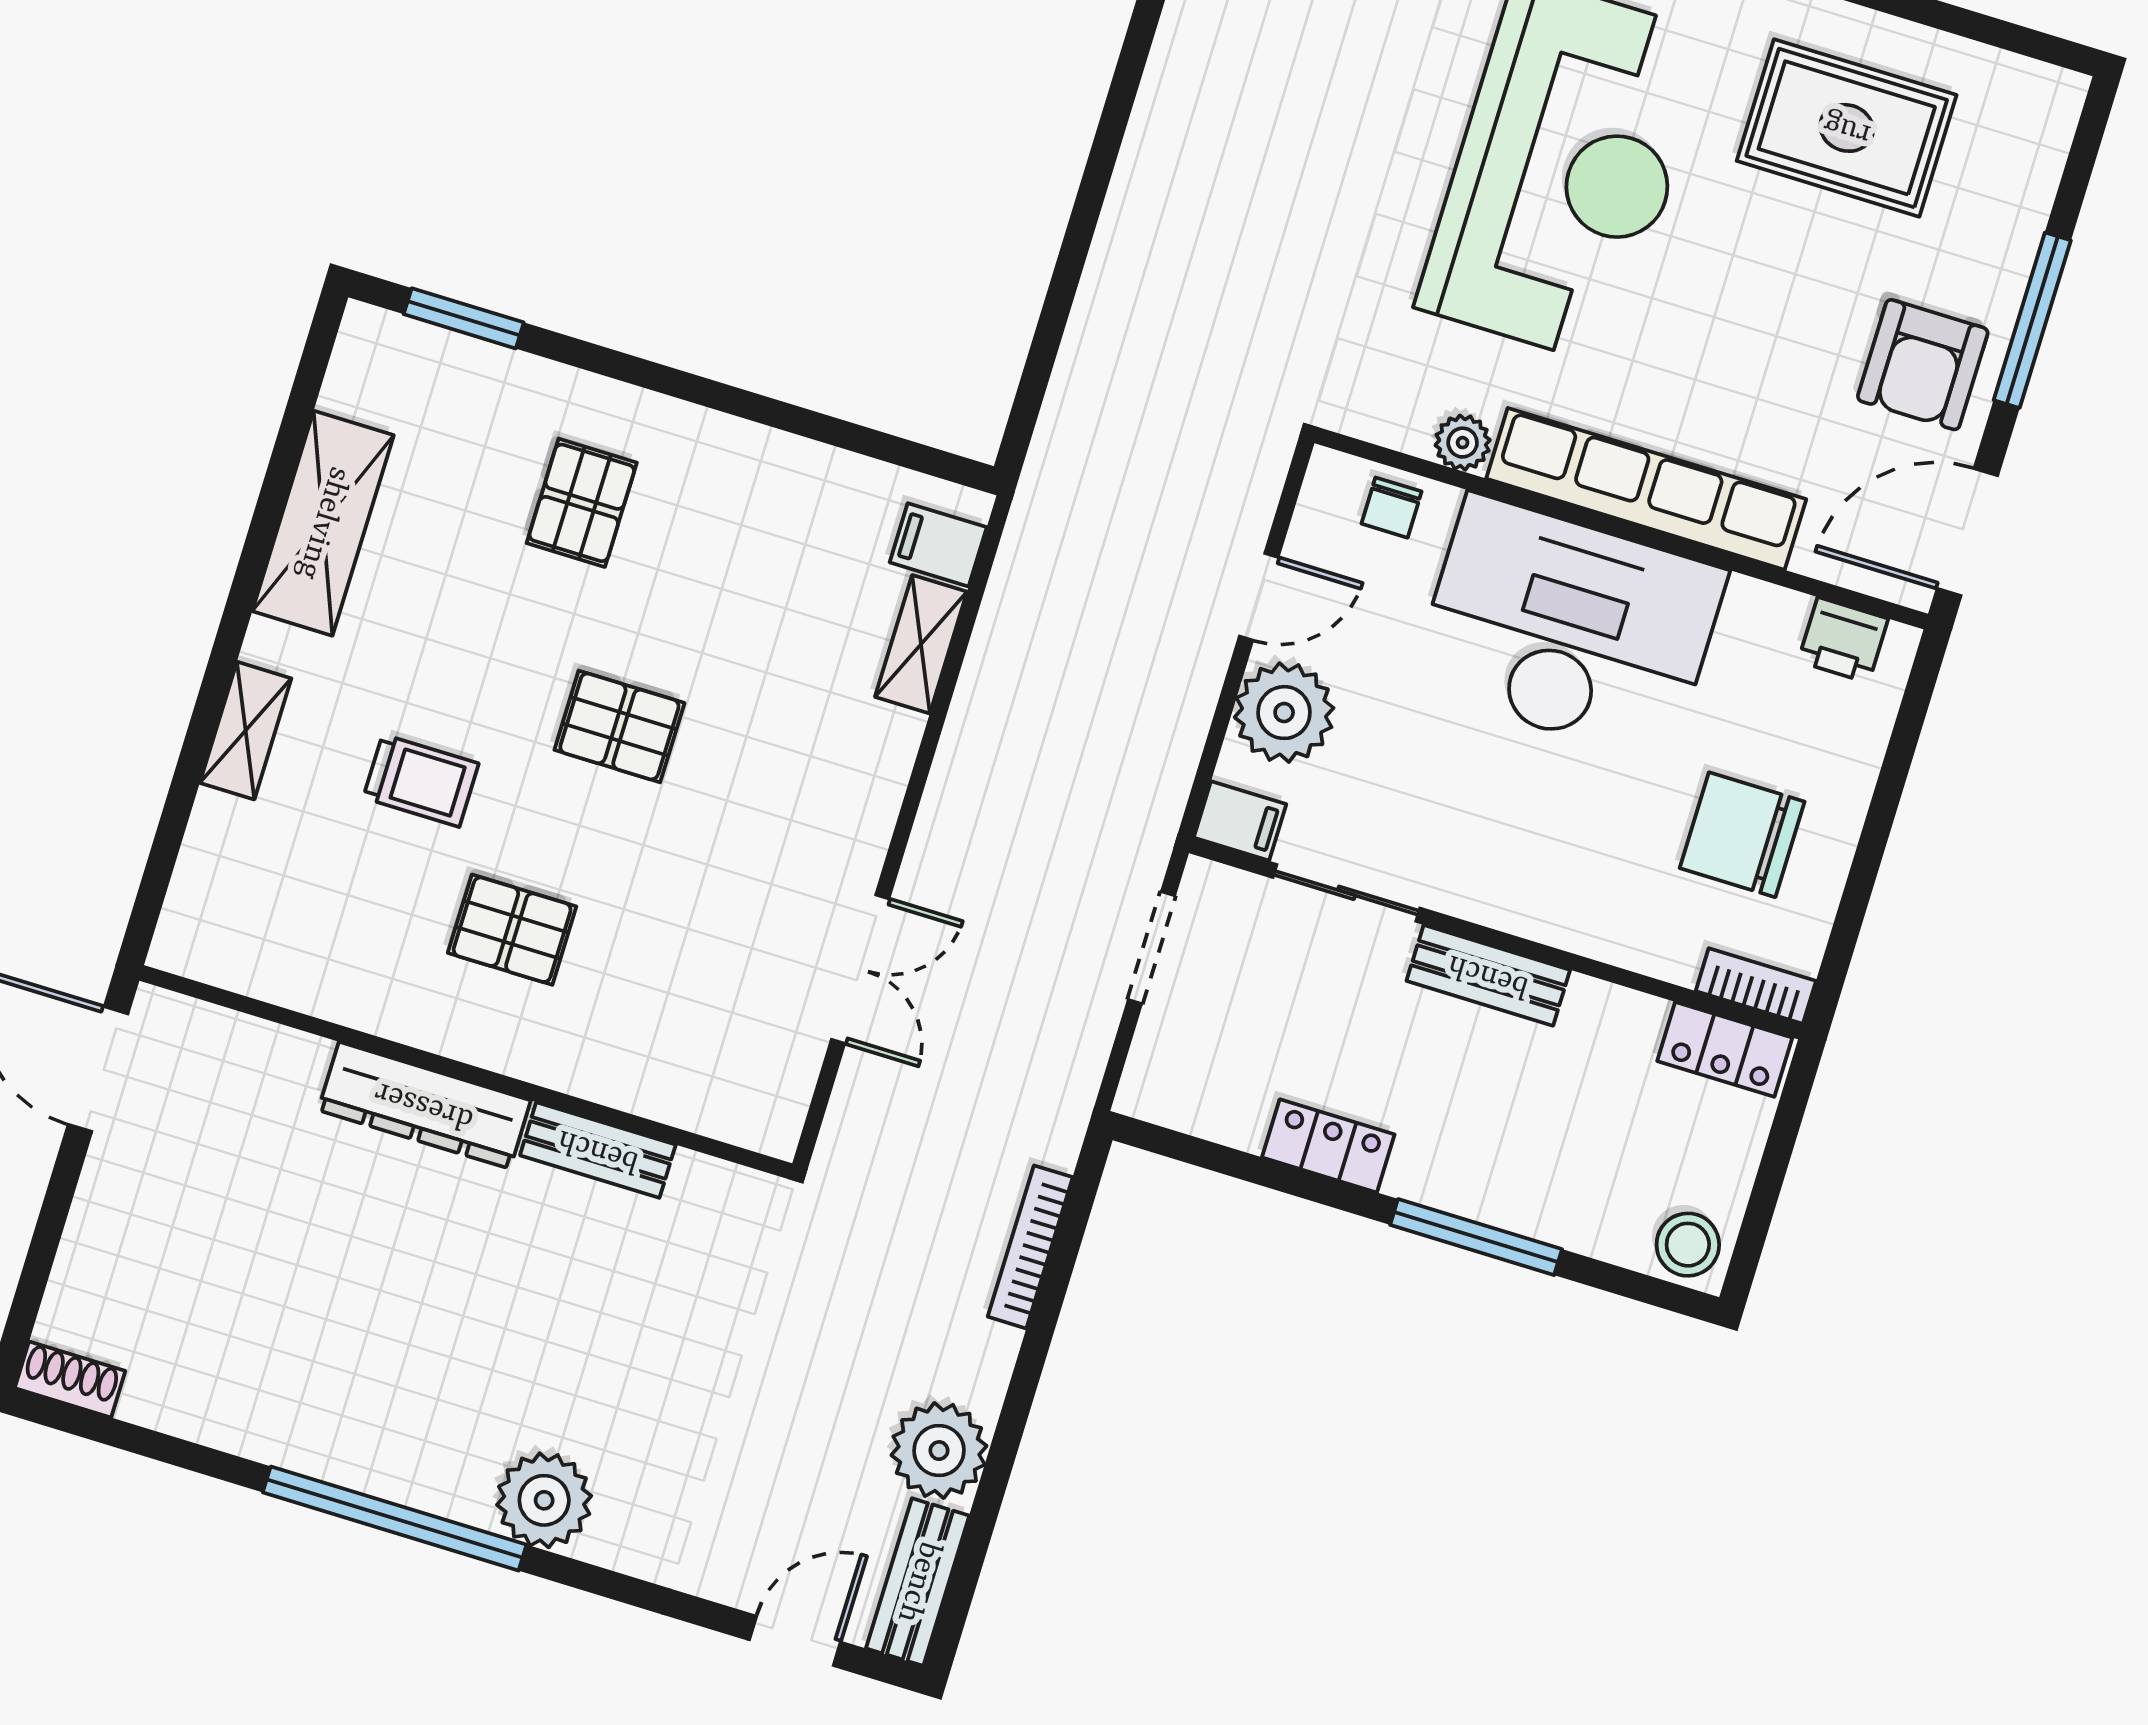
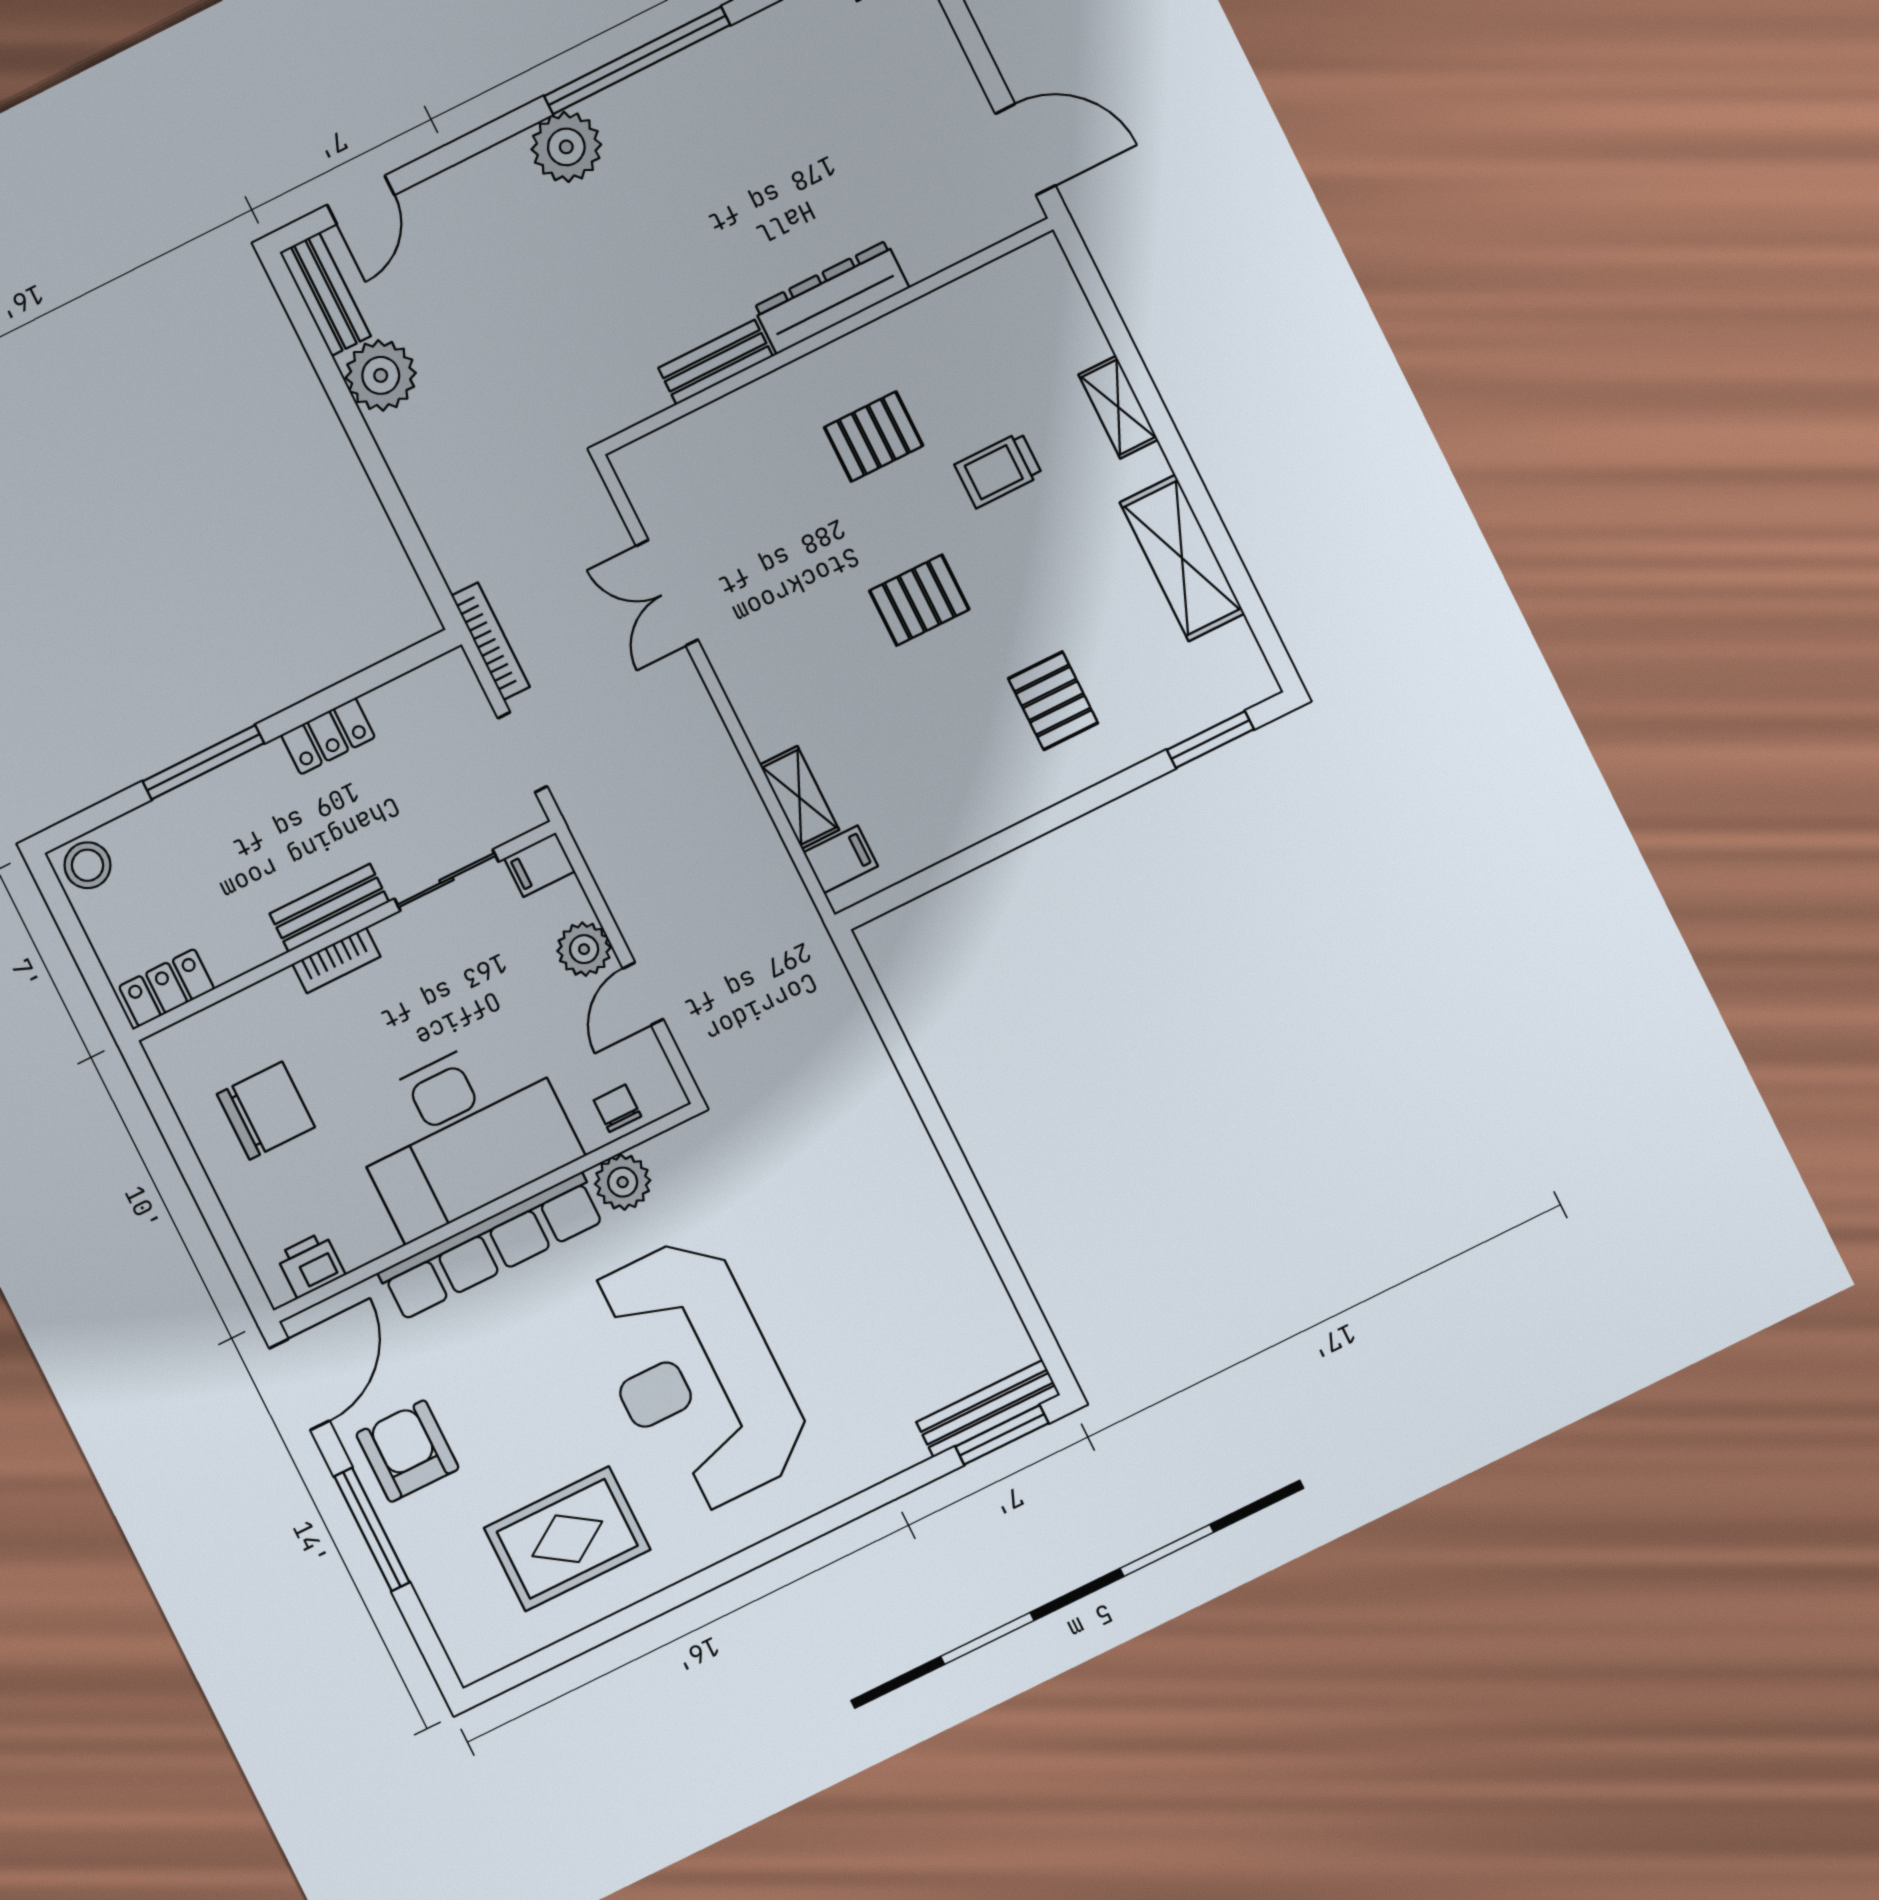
plant: (1463, 443) -> (623, 1182), width x1.38, depth x1.38
plant: (1284, 713) -> (584, 949), width x0.73, depth x0.73
bookcase: (1756, 986) -> (336, 960), moved
bookcase: (1030, 1247) -> (490, 641), moved

